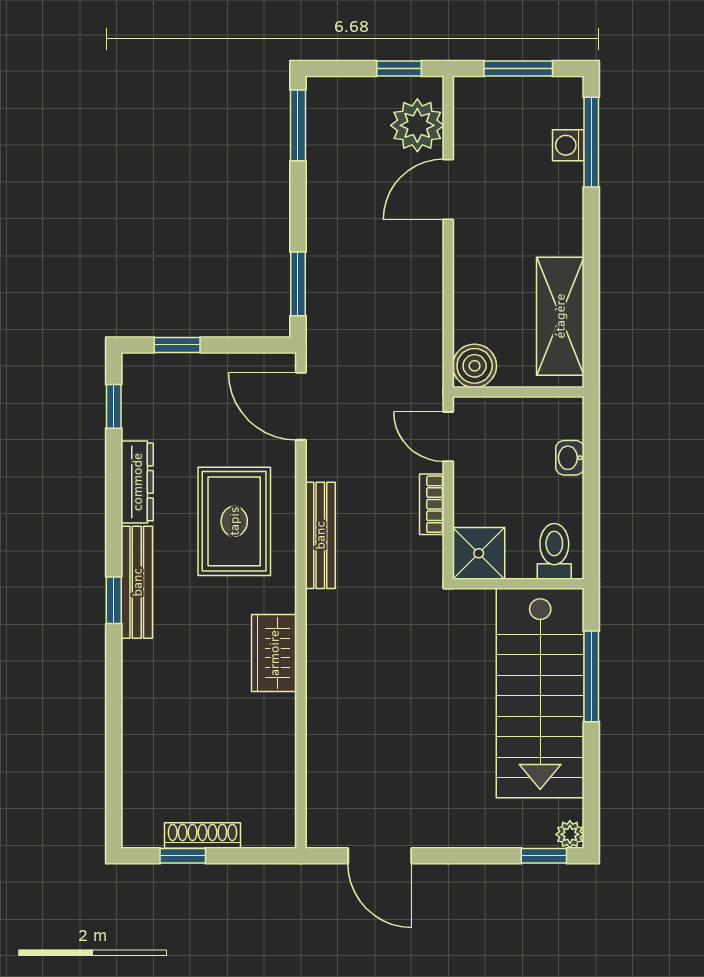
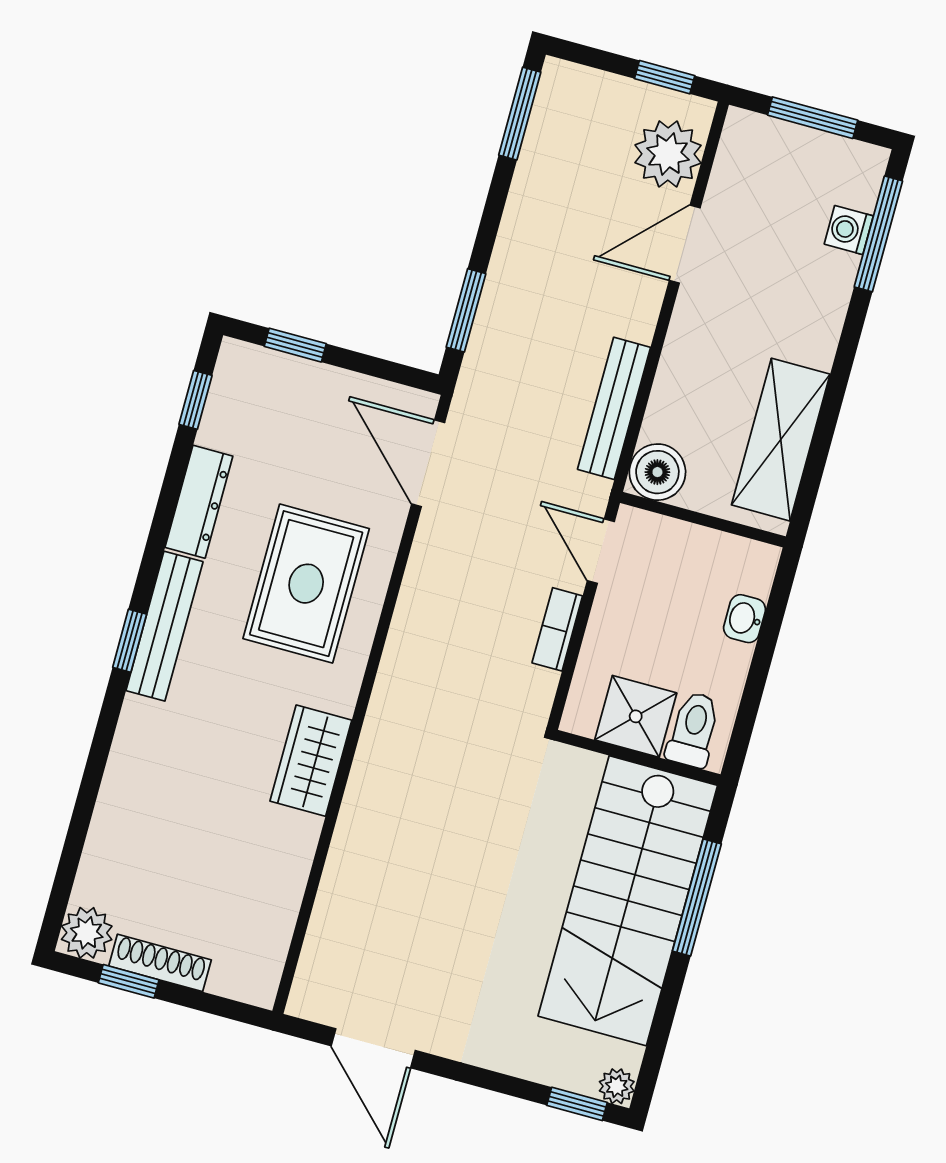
bench: (320, 535) -> (614, 408), moved
shower: (479, 553) -> (636, 716), moved
plant: (141, 828) -> (87, 933), added

